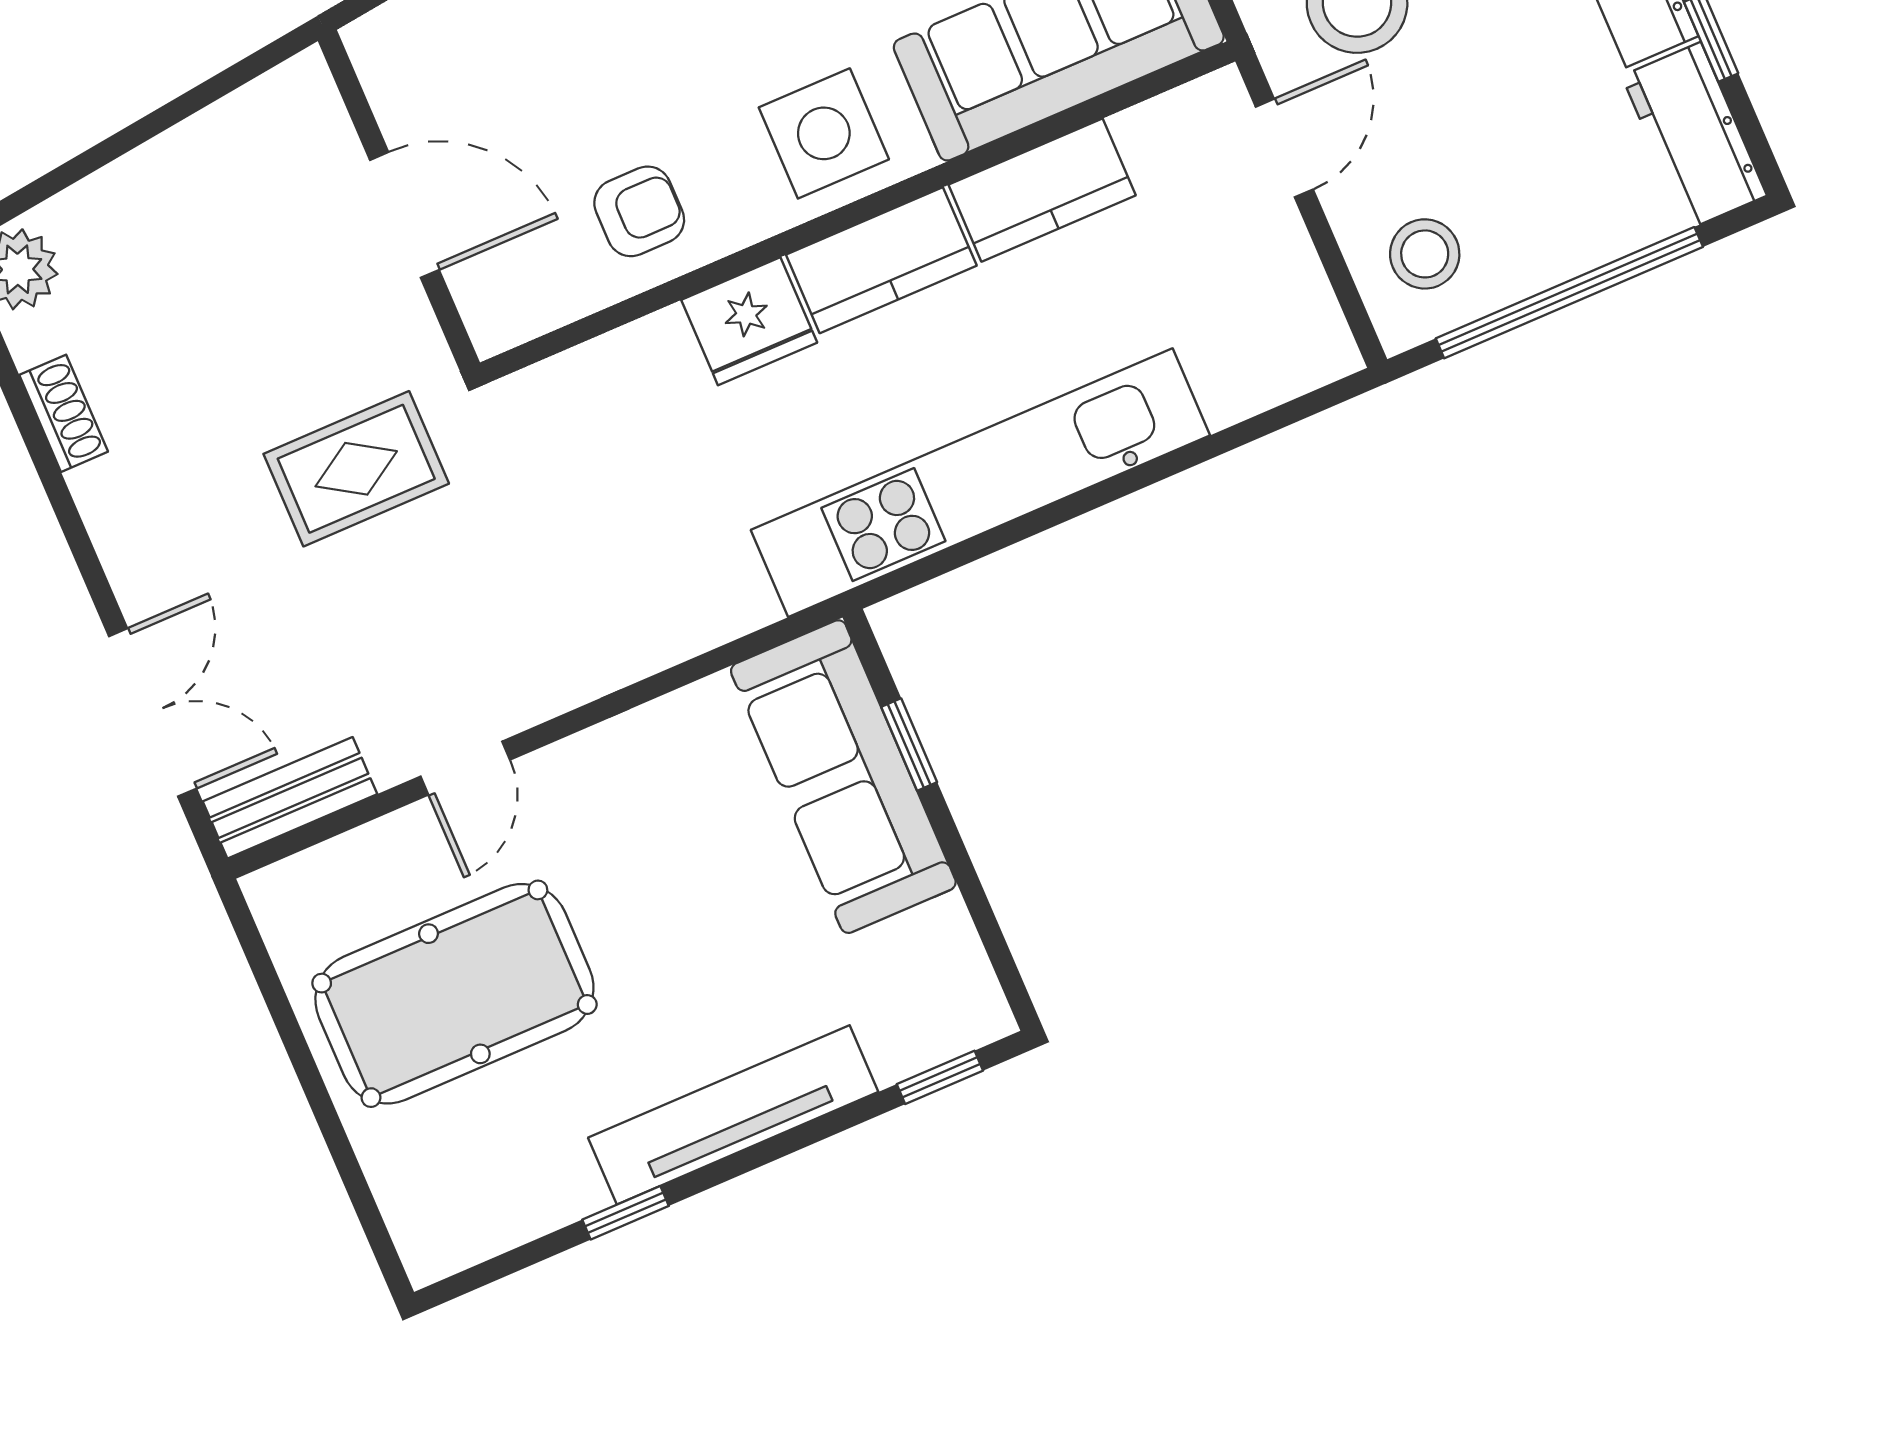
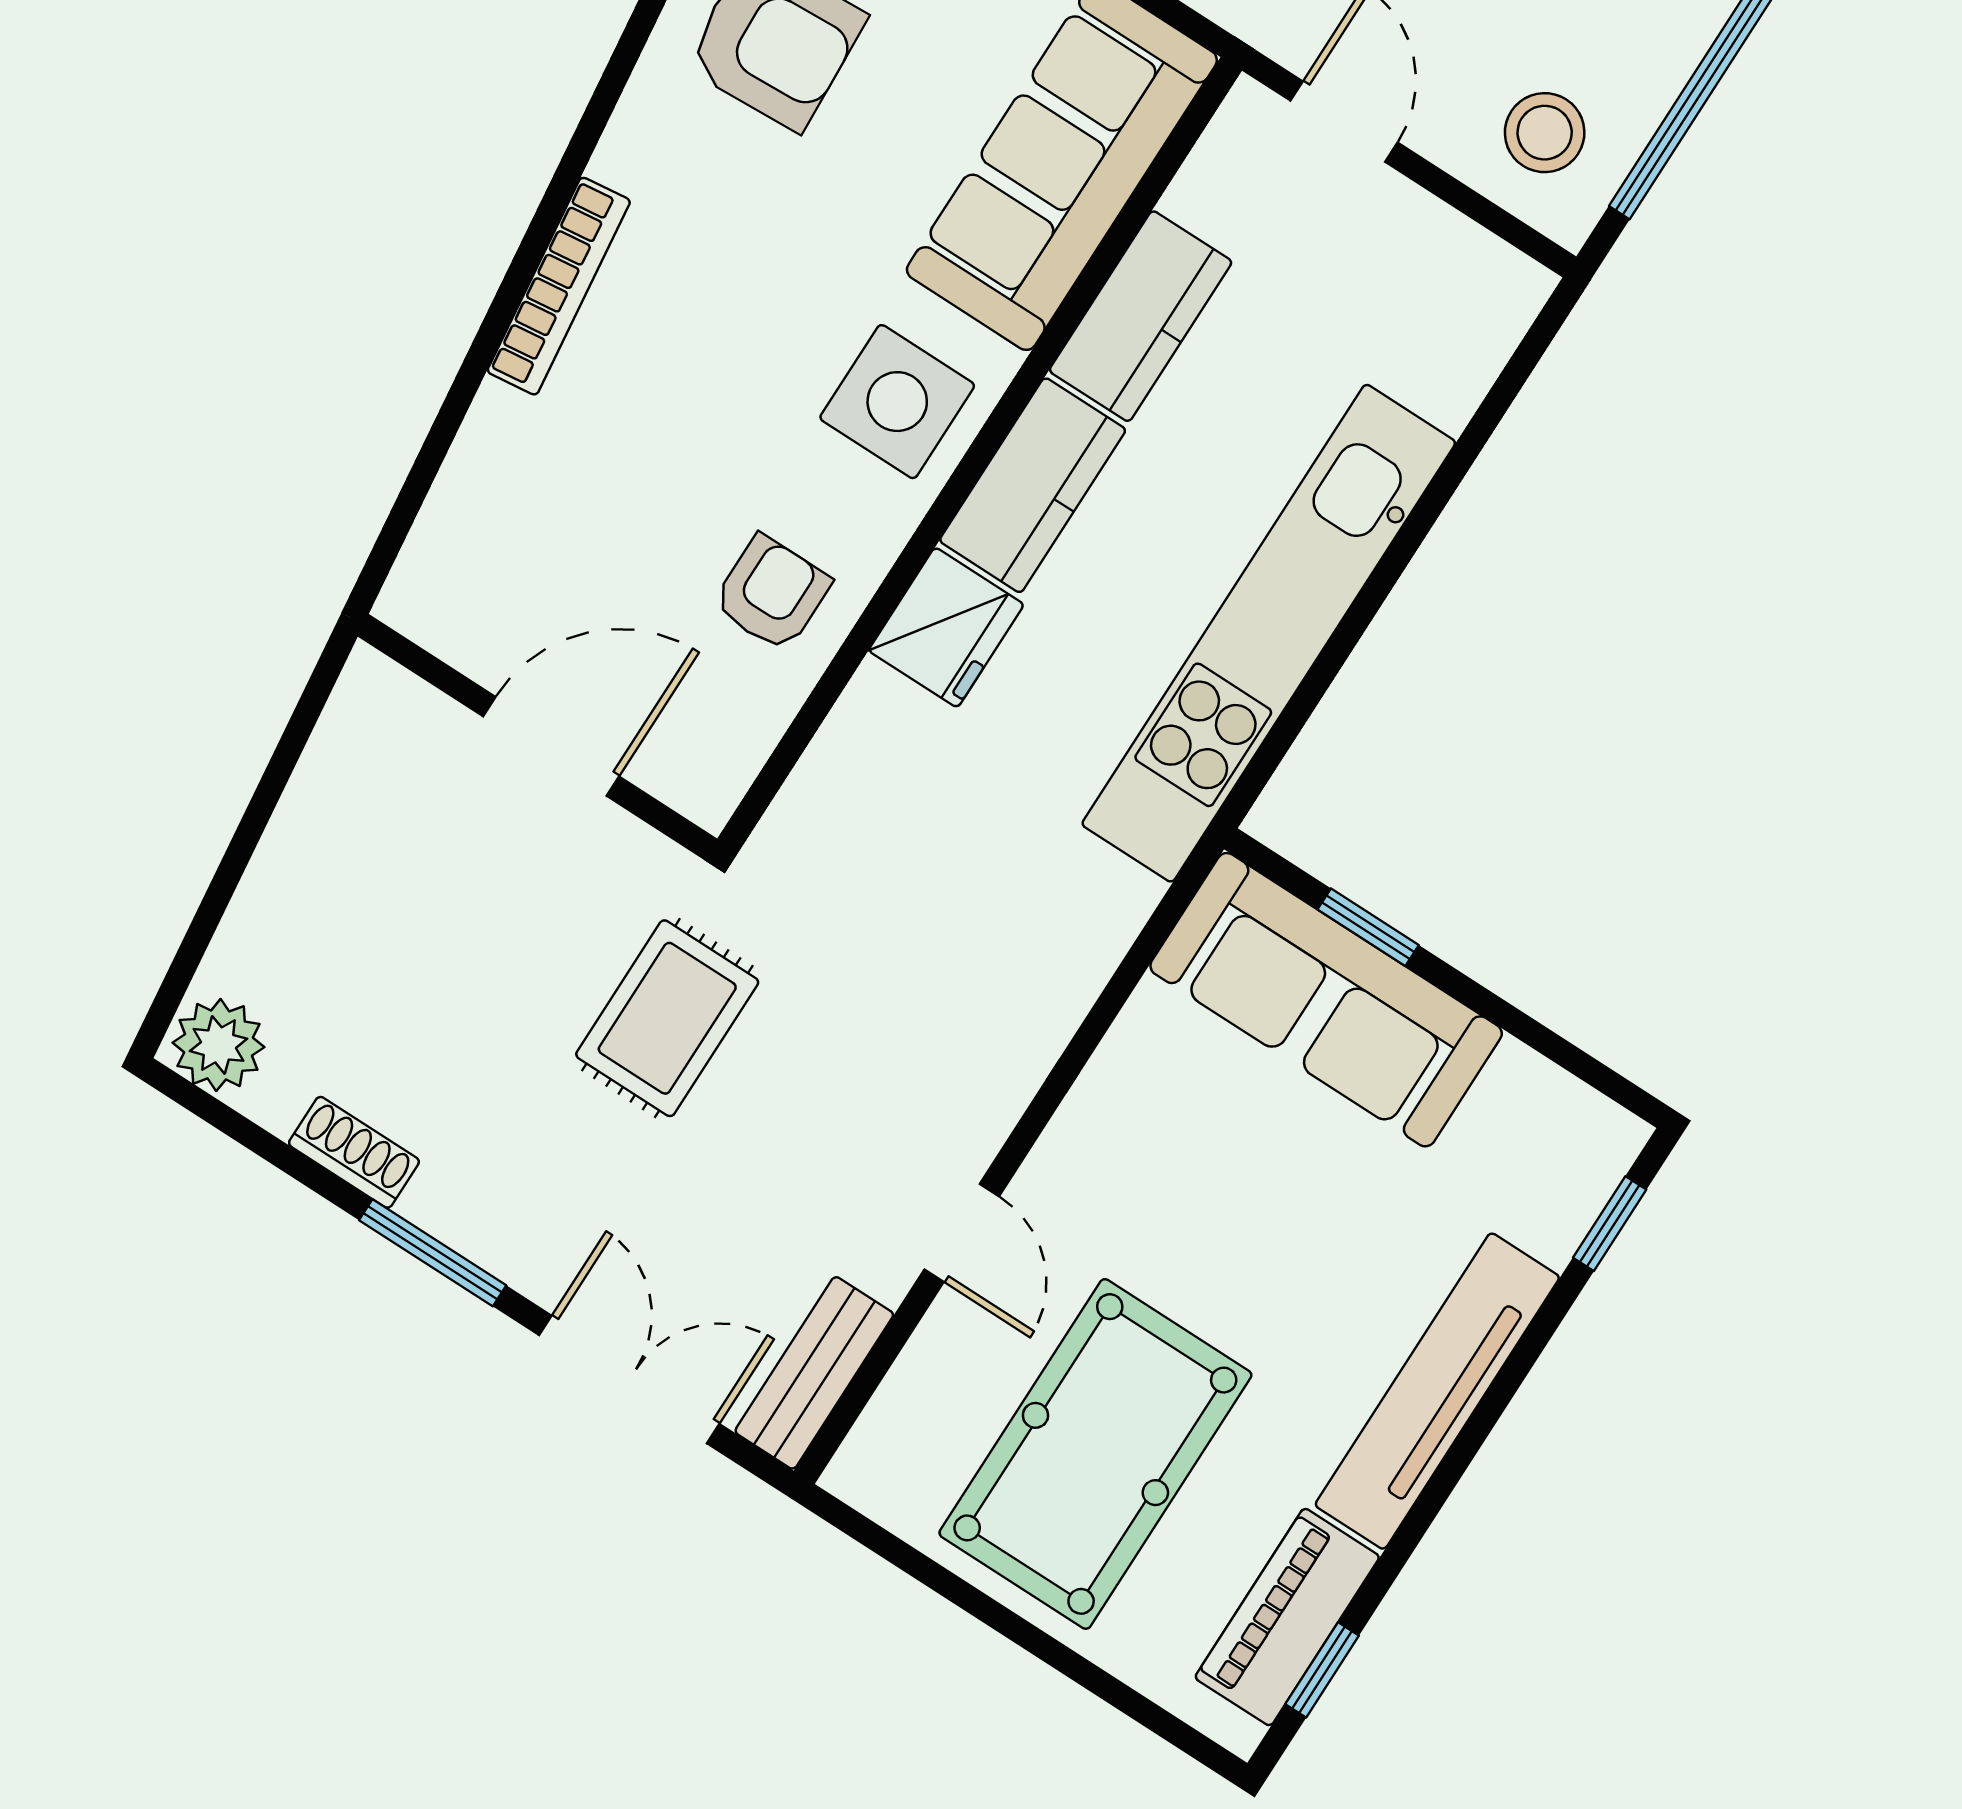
window: (72, 525) -> (433, 1253), added
piano: (514, 1206) -> (1287, 1617), added
window: (625, 1213) -> (1322, 1670), moved

